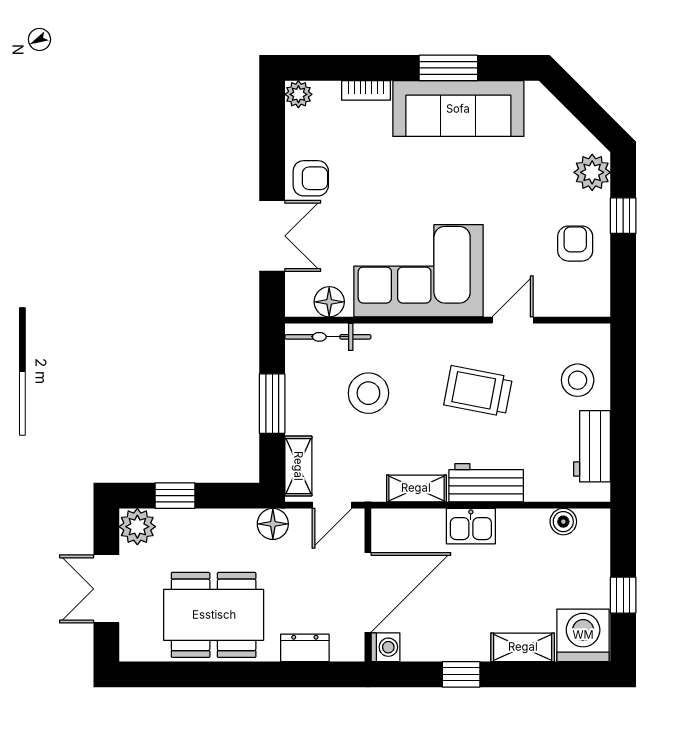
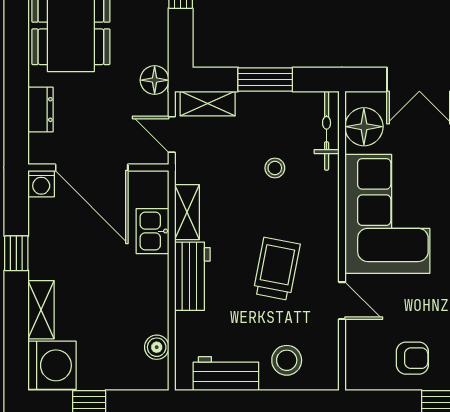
floor lamp: (329, 302) -> (364, 127), width x1.38, depth x1.38
stool: (368, 393) -> (275, 168), width x0.53, depth x0.53
kitchen sink: (471, 526) -> (153, 231), moved

